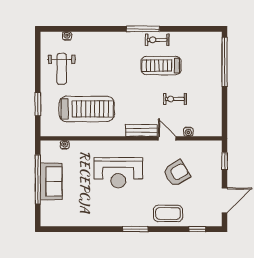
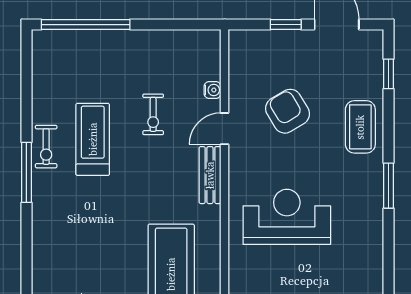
treadmill: (161, 66) -> (93, 139), turned 180
window: (225, 161) -> (286, 25), moved
reception desk: (118, 173) -> (287, 217), turned -90

